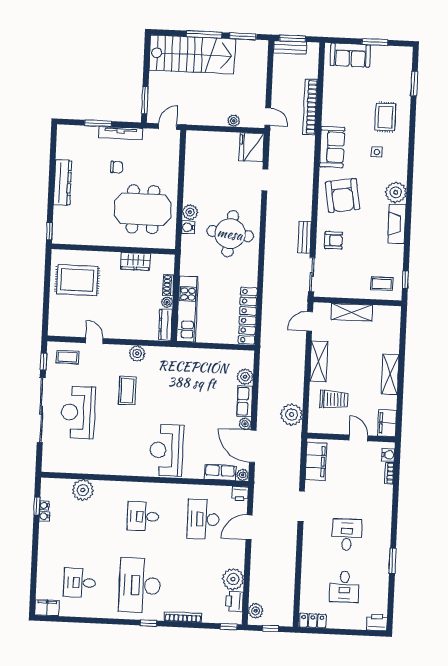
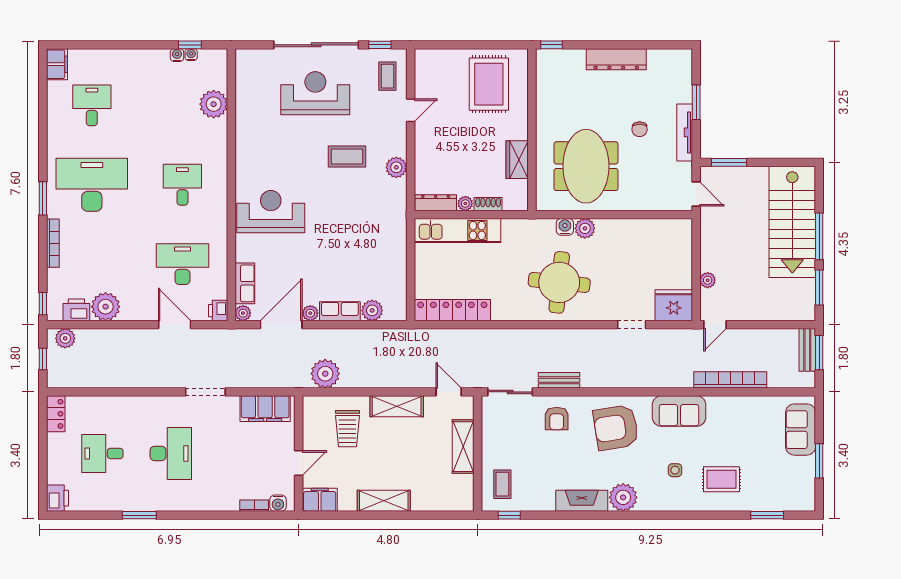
desk: (347, 535) -> (171, 453), width x1.37
window: (149, 623) -> (43, 198), width x1.50

